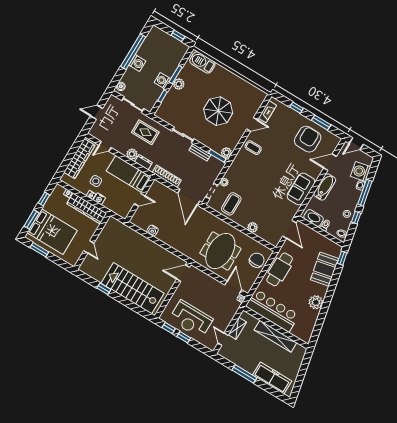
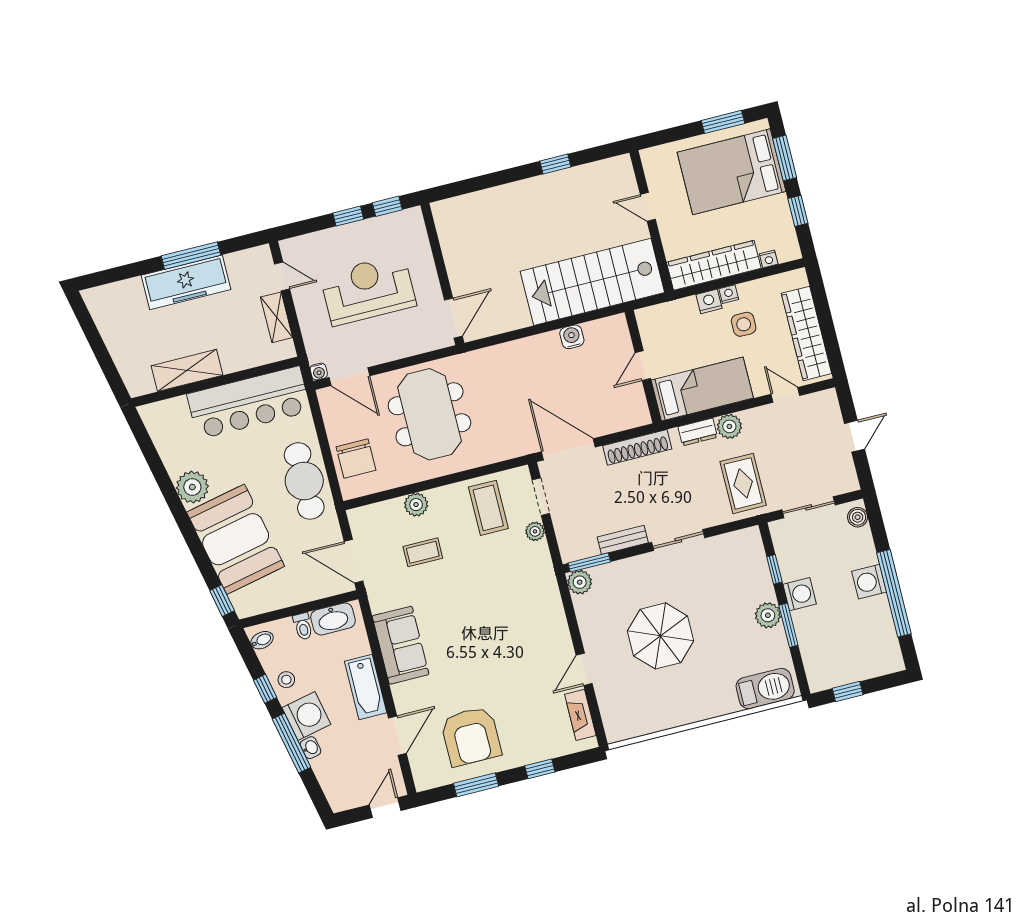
rug: (145, 132) -> (743, 483), turned 90
door: (105, 146) -> (785, 395), hinge flipped
coffee table: (253, 148) -> (423, 552), moved
washing machine: (361, 171) -> (306, 716), moved
booth: (324, 269) -> (236, 539), width x1.36, depth x1.42
stairs: (133, 288) -> (592, 282), moved, turned 180
reception desk: (191, 319) -> (368, 290), moved
shelving: (275, 336) -> (187, 370), width x0.68
freezer: (272, 378) -> (186, 282), moved

